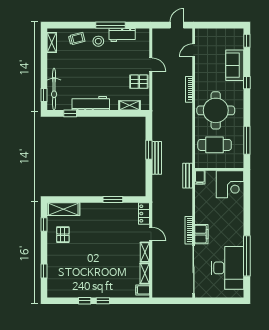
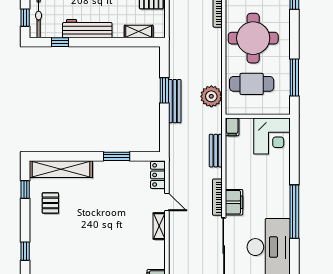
plant: (184, 154) -> (211, 96), added
bench: (188, 176) -> (216, 151), moved
shelving: (63, 209) -> (61, 169), width x1.47
window: (247, 256) -> (294, 212), moved
shelving: (145, 273) -> (159, 254), removed

